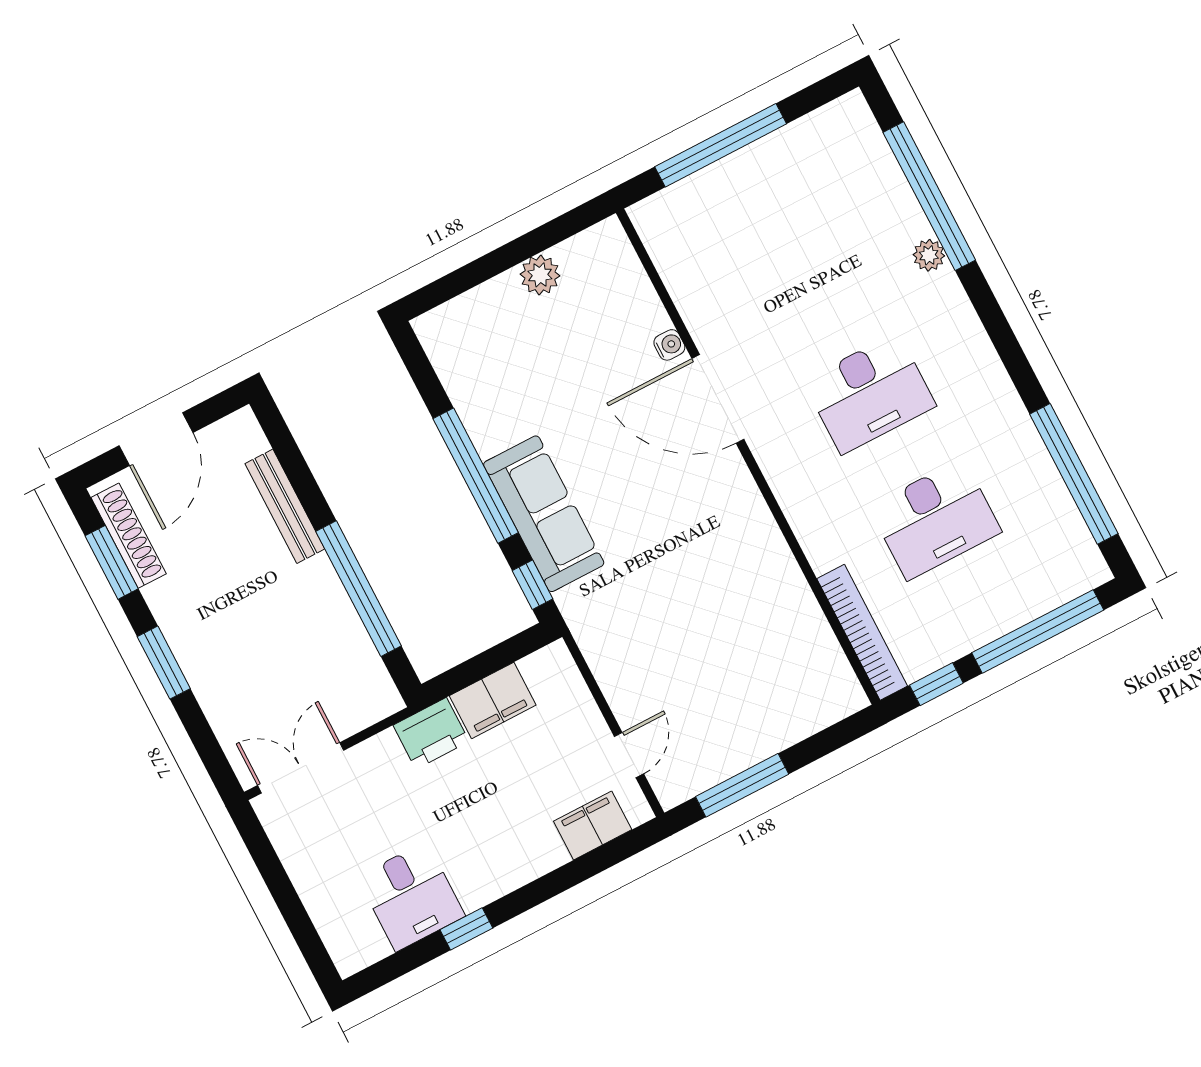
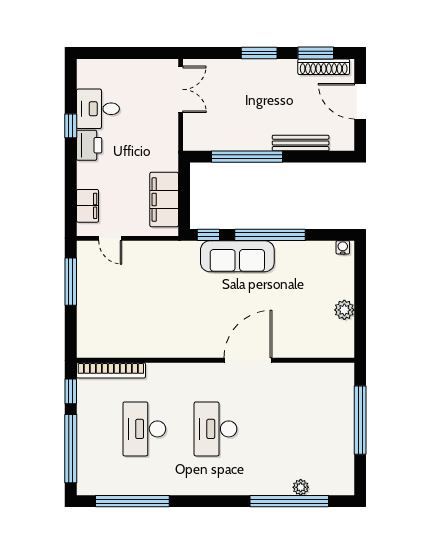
plant: (929, 255) -> (301, 487), moved
water cooler: (669, 345) -> (343, 247), moved, turned 180
filing cabinet: (493, 700) -> (164, 200), width x1.50, depth x1.17
printer: (431, 733) -> (89, 145), moved, turned 180

